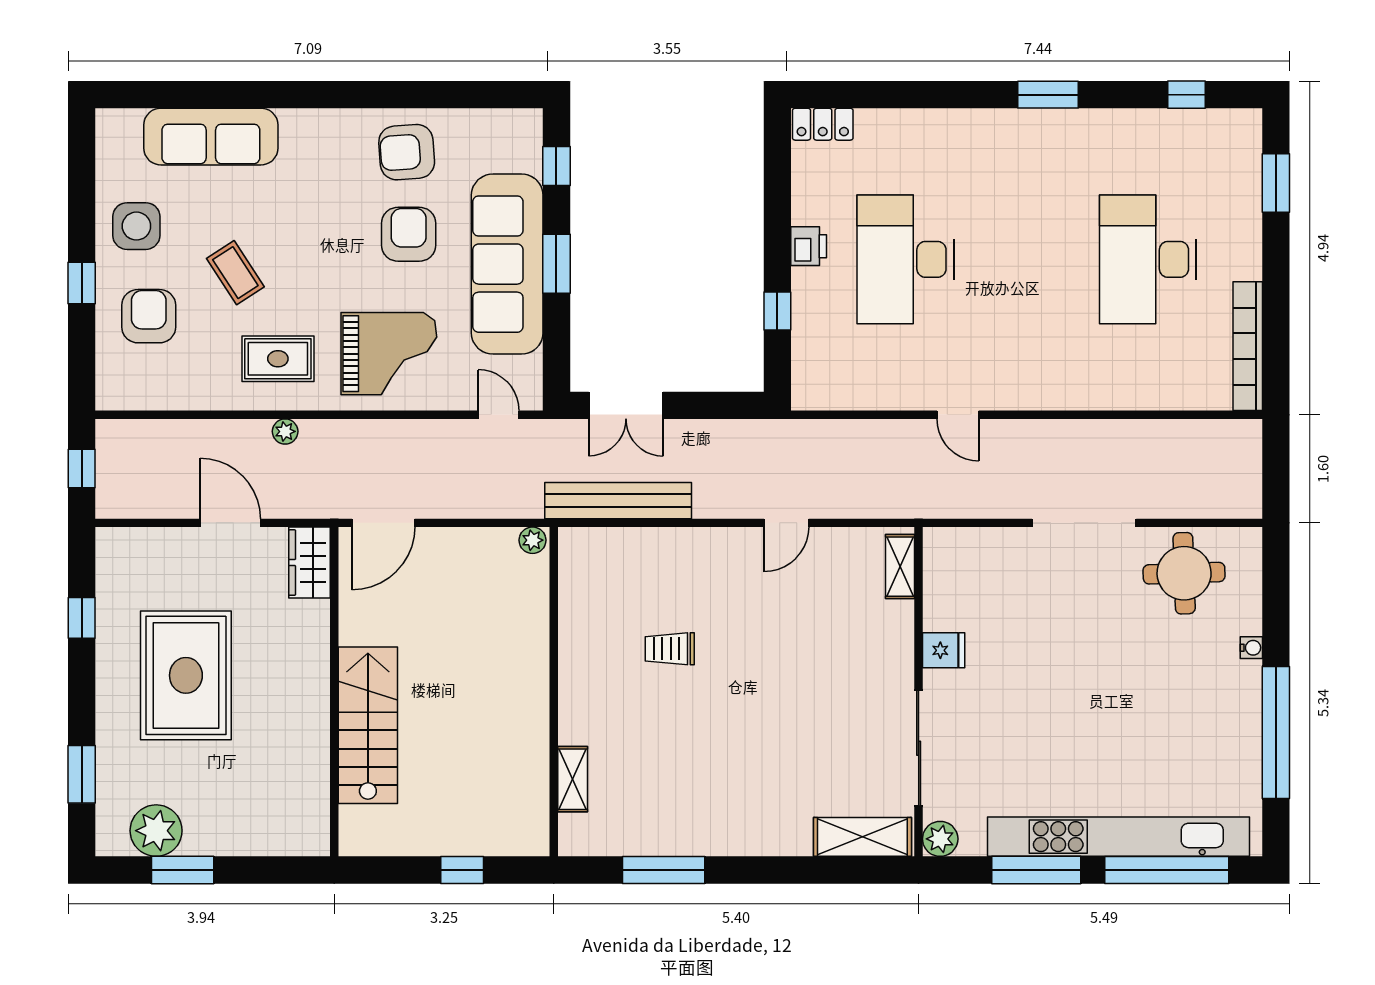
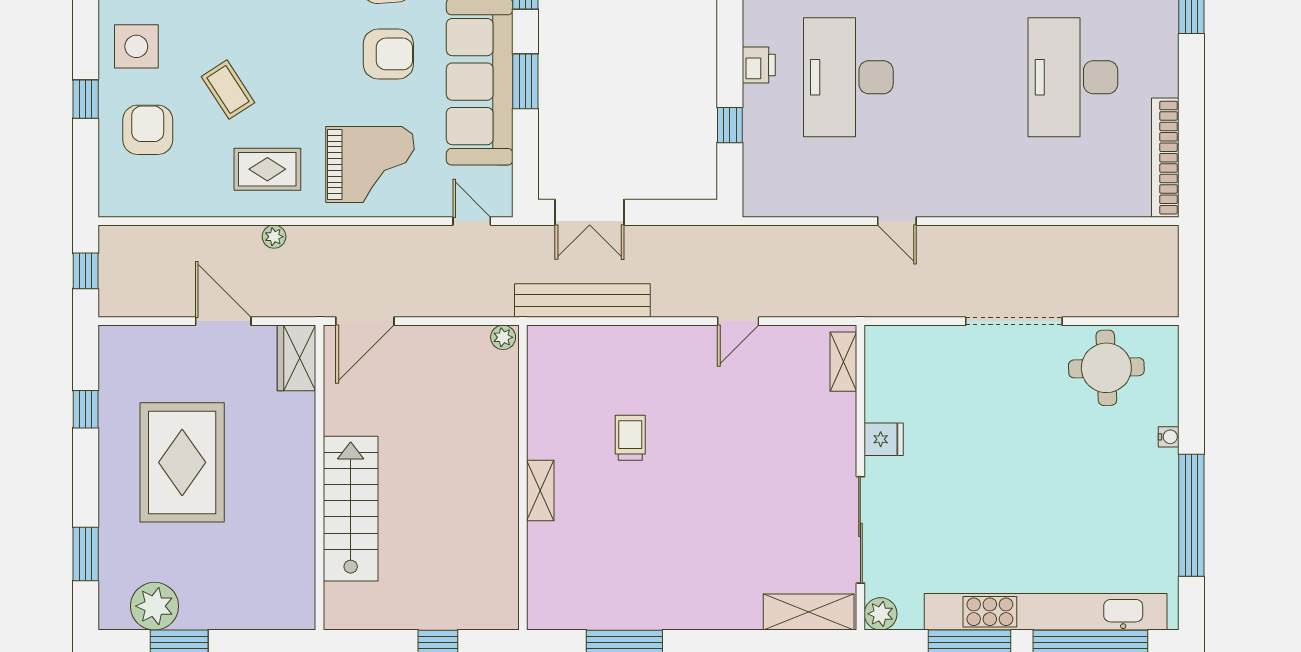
armchair: (409, 234) -> (388, 54), turned 90
trolley: (670, 649) -> (630, 438), turned 90
shelving: (573, 779) -> (540, 490), moved

